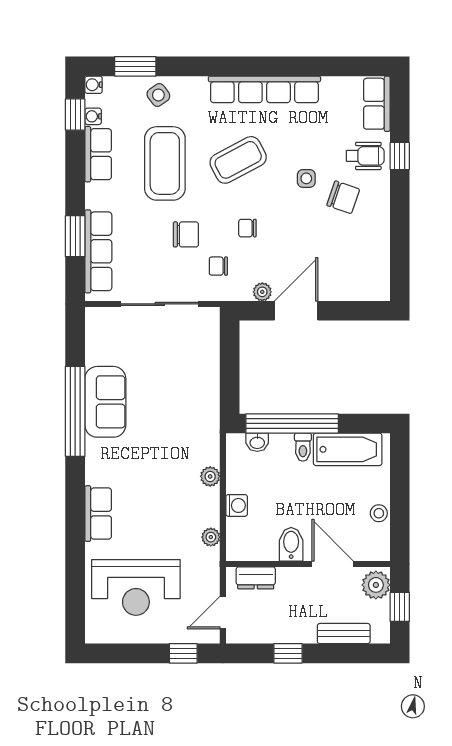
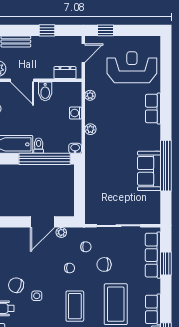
coffee table: (238, 160) -> (75, 306), turned -62
washbasin: (257, 442) -> (75, 148), moved

